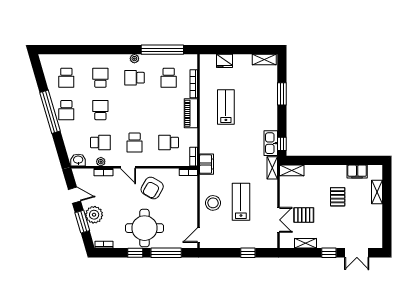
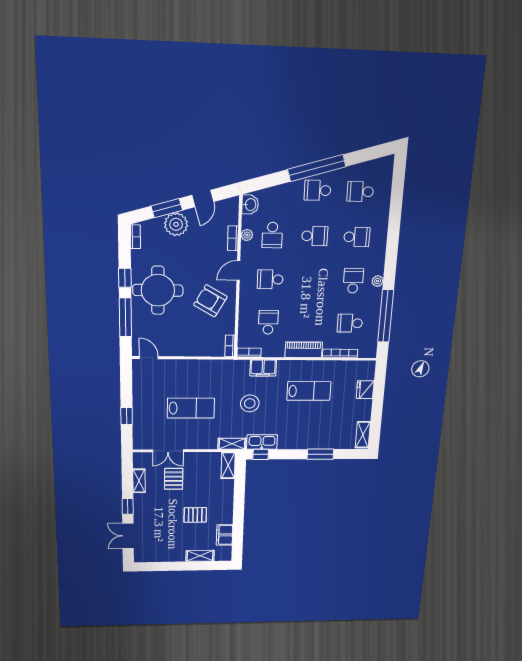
filing cabinet: (207, 164) -> (263, 368), moved
stool: (213, 203) -> (250, 403), moved

